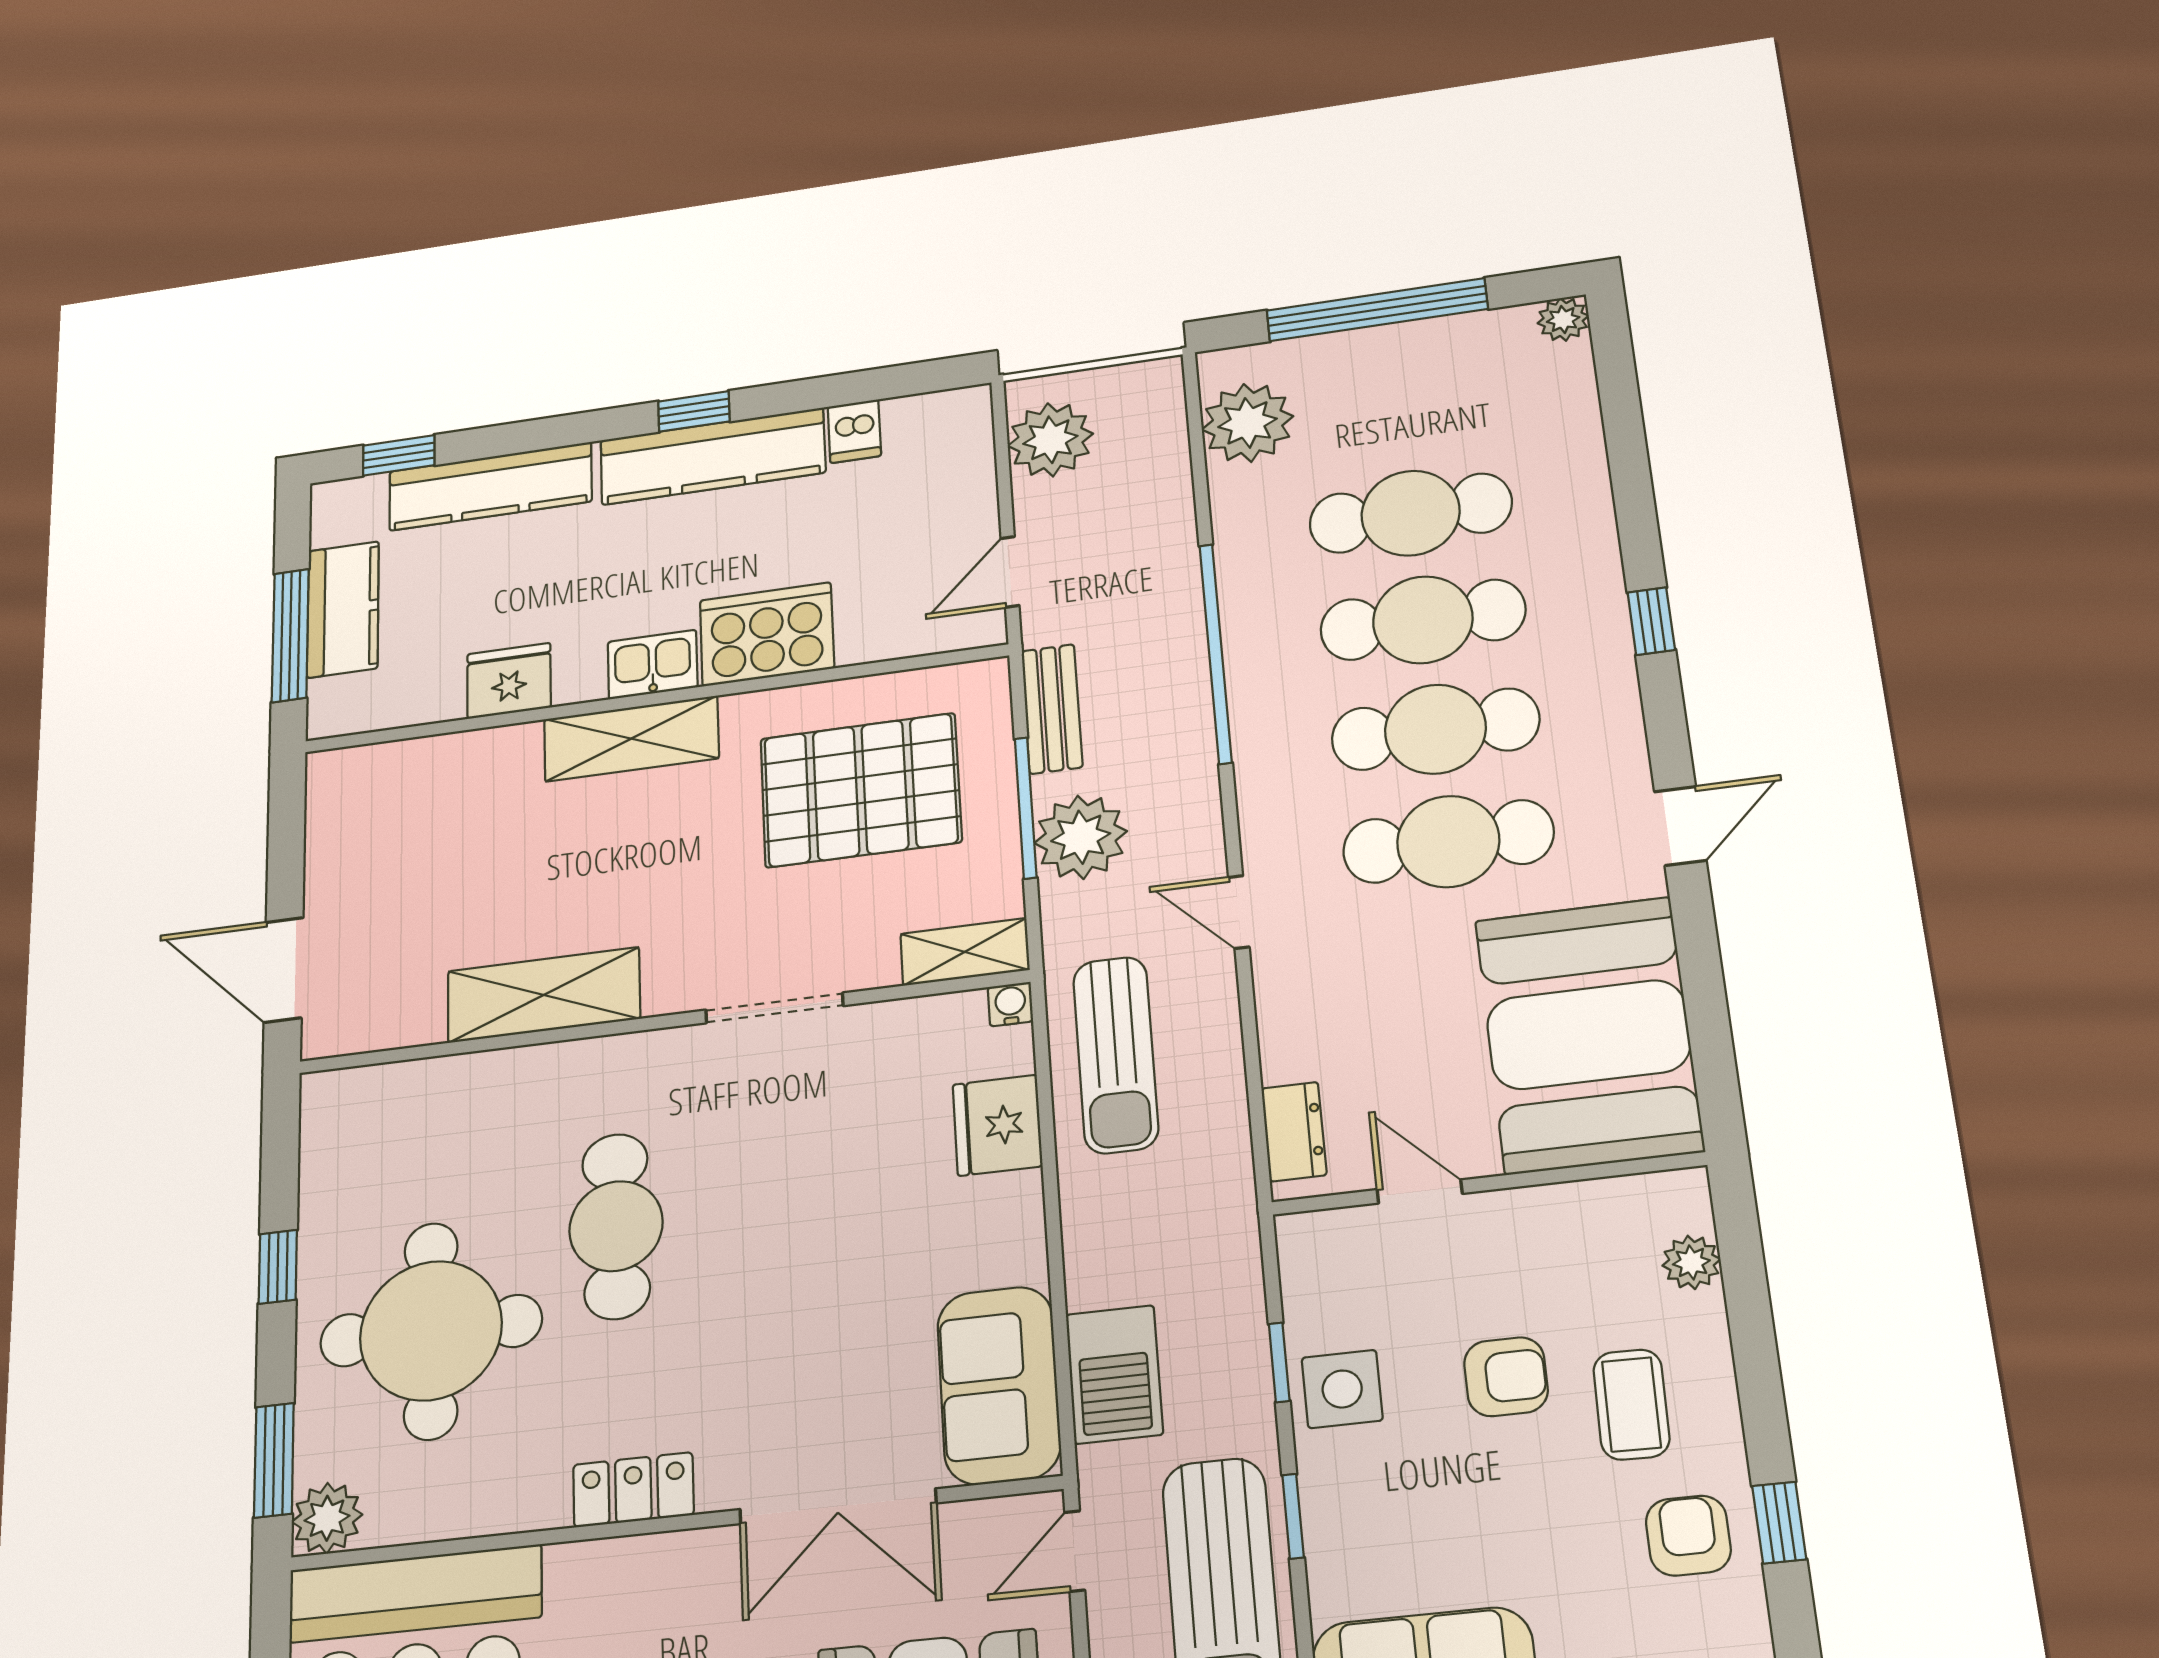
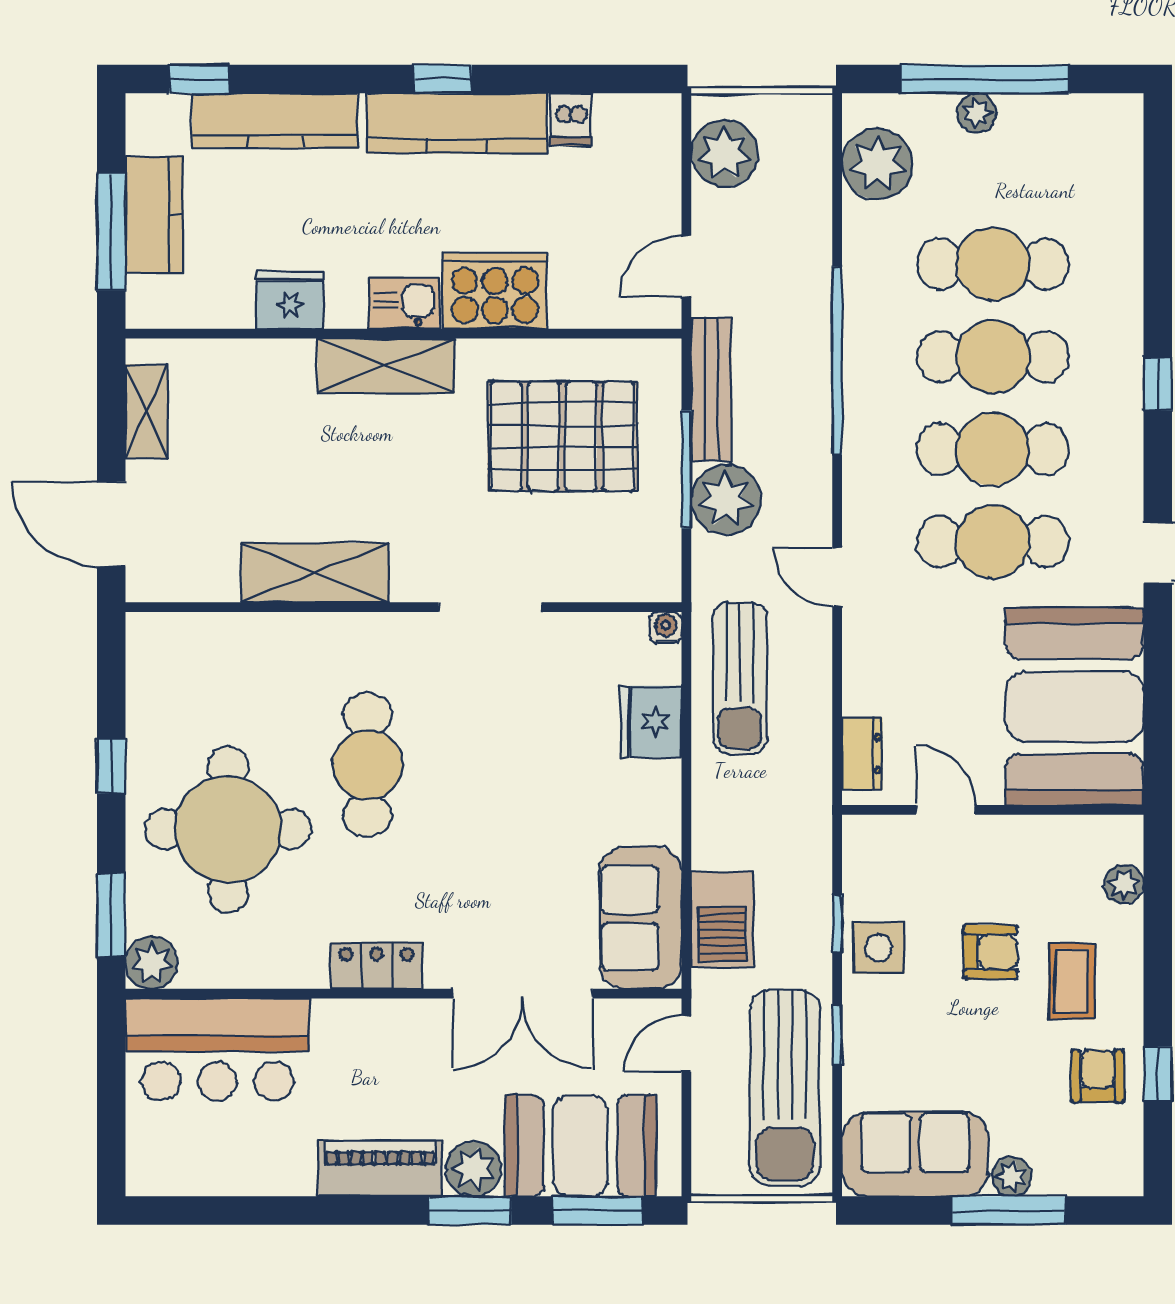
plant: (1563, 319) -> (977, 113), moved
bench: (1052, 709) -> (711, 389), width x1.36
shelving: (965, 952) -> (147, 411), moved, turned 90

